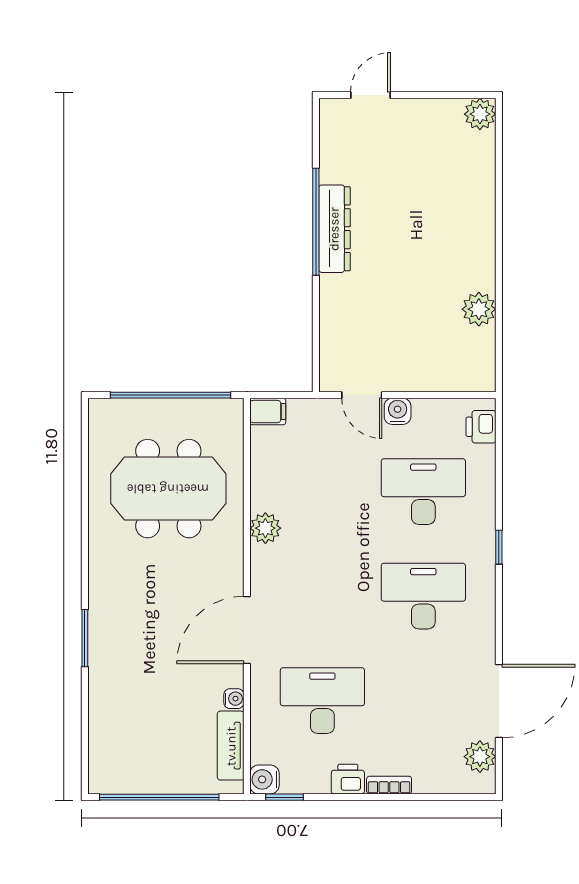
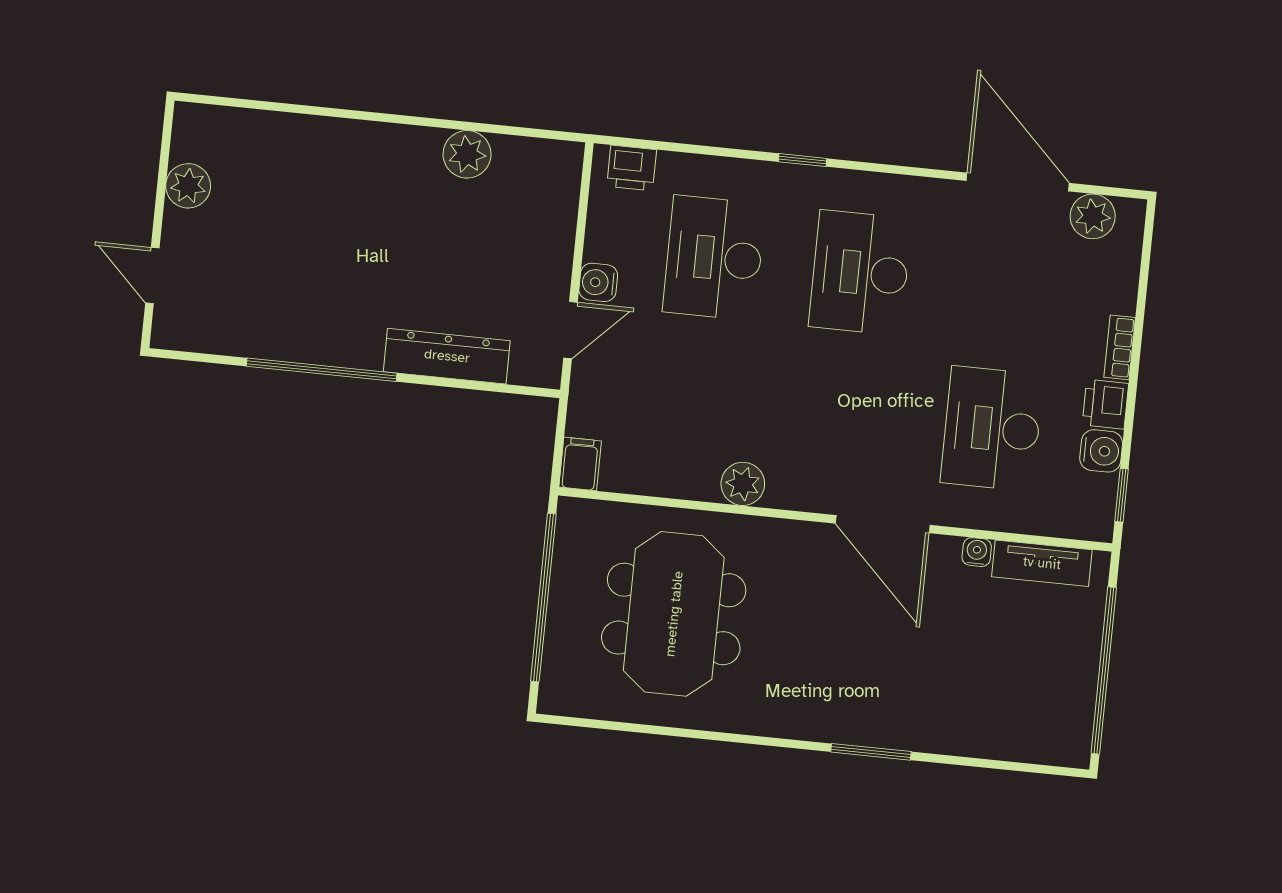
plant: (480, 114) -> (188, 186), moved
dresser: (334, 229) -> (447, 356), moved
water cooler: (264, 779) -> (1101, 451), moved, turned -90

